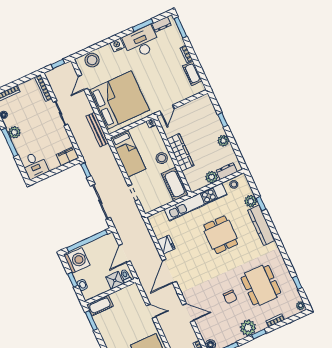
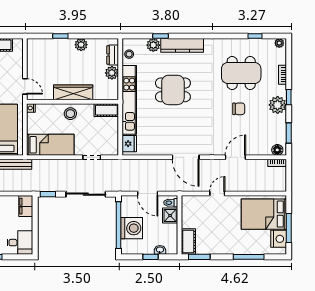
cot: (175, 184) -> (106, 110), width x0.73, depth x0.75
fridge: (166, 245) -> (129, 144), moved, turned 90
washing machine: (77, 260) -> (132, 228), moved, turned 90

